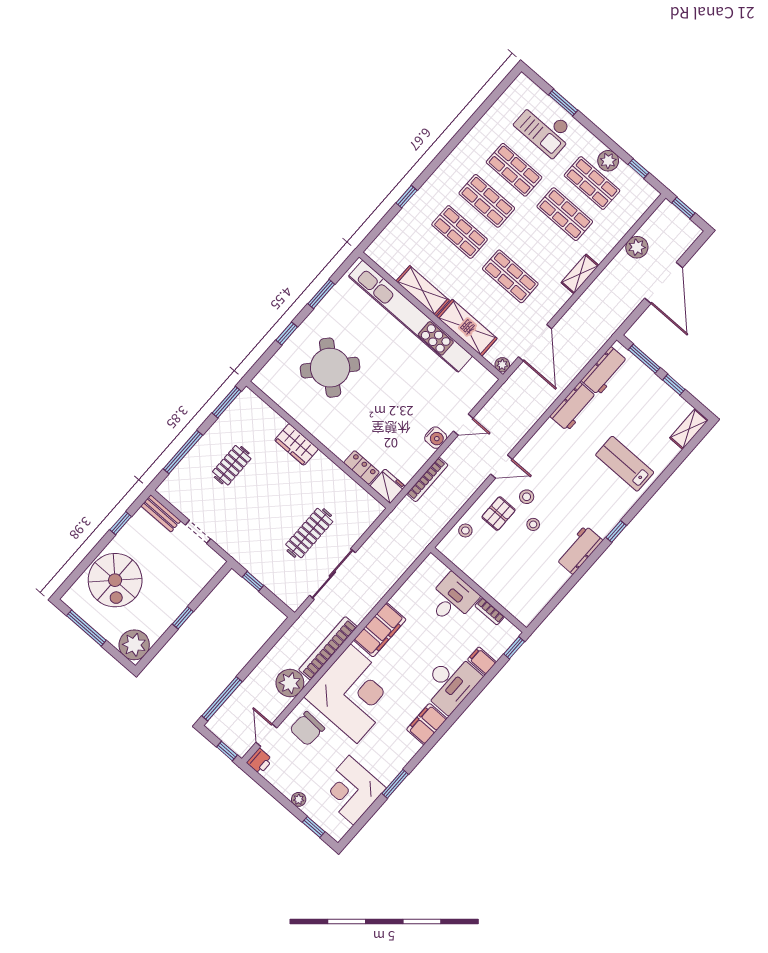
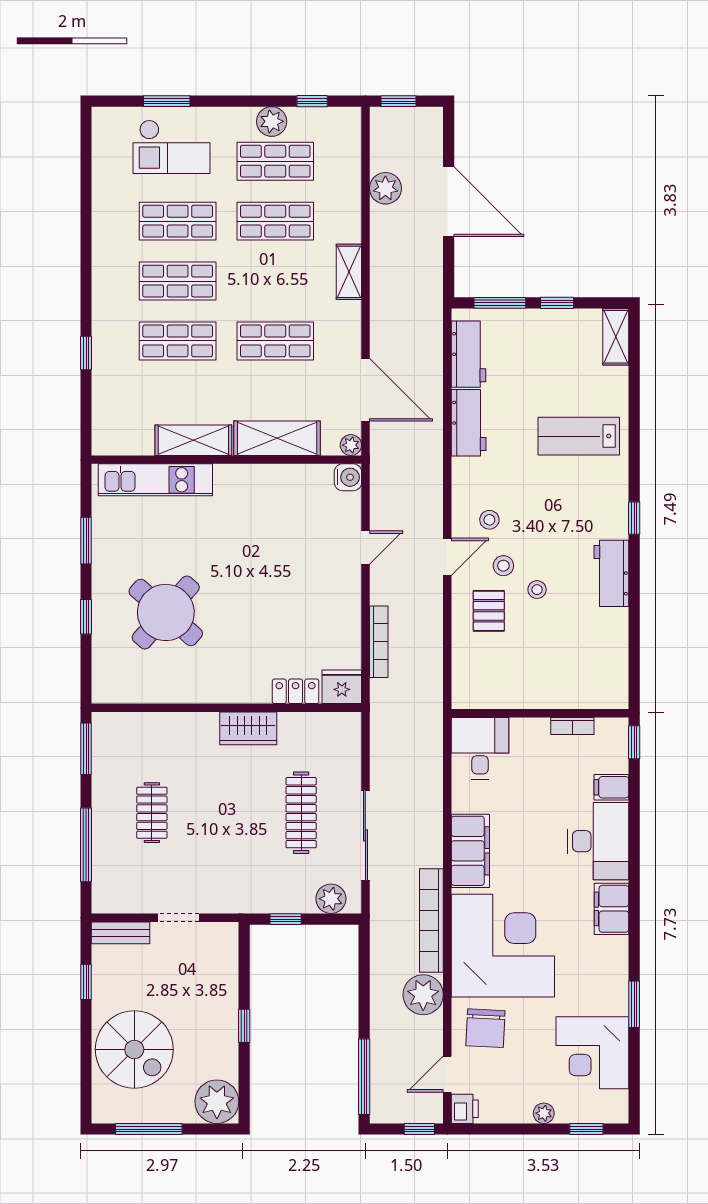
kitchen unit: (410, 316) -> (155, 480), width x0.54
water cooler: (436, 438) -> (348, 477), moved
wardrobe: (296, 444) -> (248, 728), moved
stool: (465, 531) -> (489, 520), moved
plant: (286, 591) -> (331, 899), added
desk: (452, 599) -> (480, 748), moved
door: (266, 735) -> (447, 1074), hinge flipped

